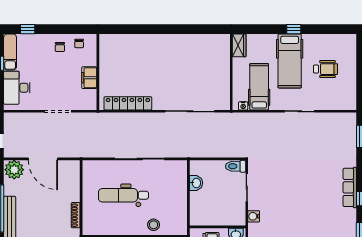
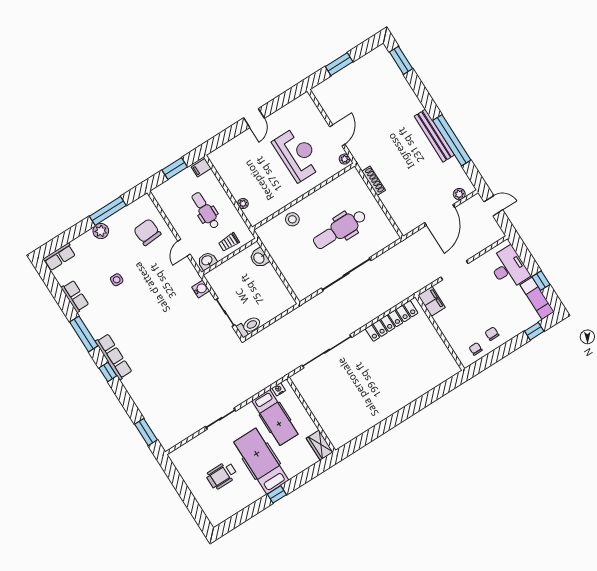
filing cabinet: (89, 78) -> (432, 301), moved
door: (43, 159) -> (440, 215), swing flipped
plant: (14, 170) -> (459, 194), width x0.53, depth x0.53
washbasin: (196, 183) -> (259, 258), moved
row of seats: (350, 187) -> (114, 357), moved
dental chair: (123, 195) -> (340, 229), turned 180

